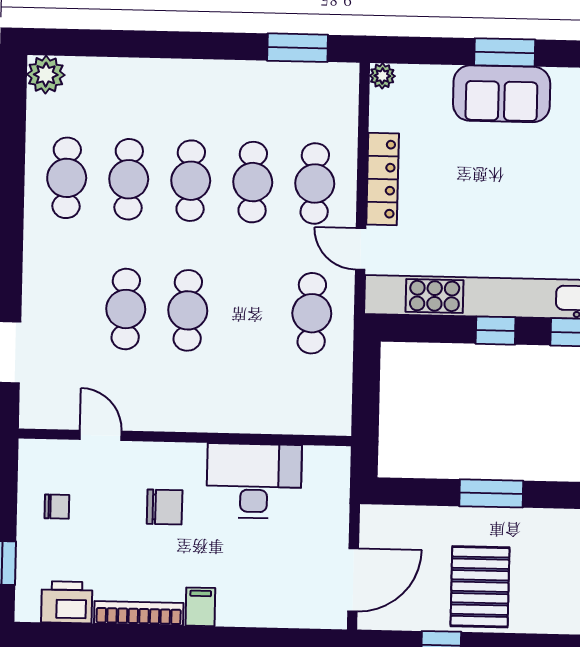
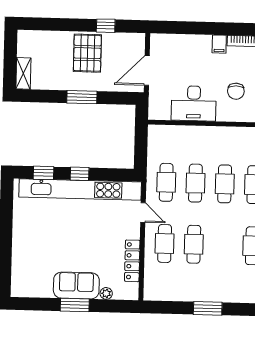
window: (298, 48) -> (208, 308), moved
plant: (382, 76) -> (106, 293), moved
locker: (383, 179) -> (132, 261), moved
cafe table: (191, 181) -> (195, 183), moved
chair: (165, 507) -> (236, 91), turned -90
door: (353, 580) -> (147, 70), moved

